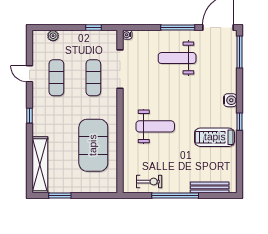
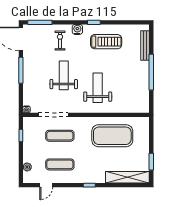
weight bench: (177, 58) -> (64, 75), moved, turned 180
door: (30, 74) -> (46, 185), moved
treadmill: (215, 137) -> (106, 42), turned -90
exercise bike: (149, 182) -> (60, 40), moved

